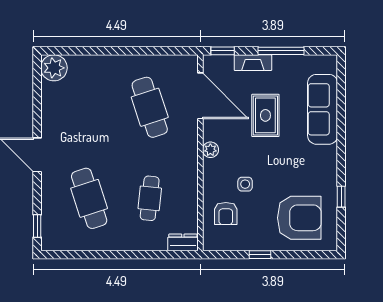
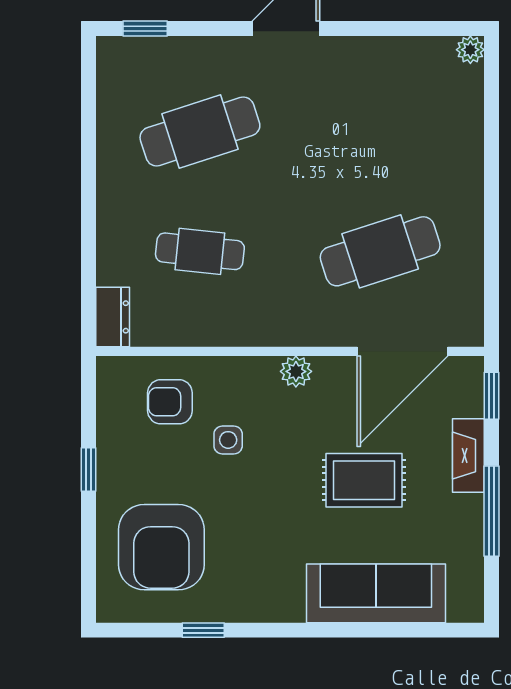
plant: (54, 68) -> (470, 50), width x0.53, depth x0.53

